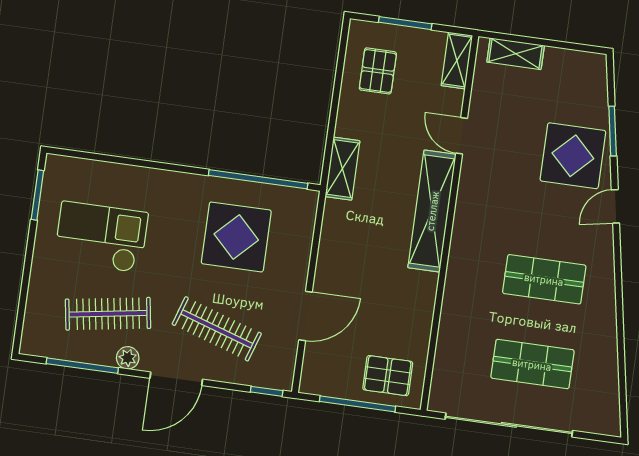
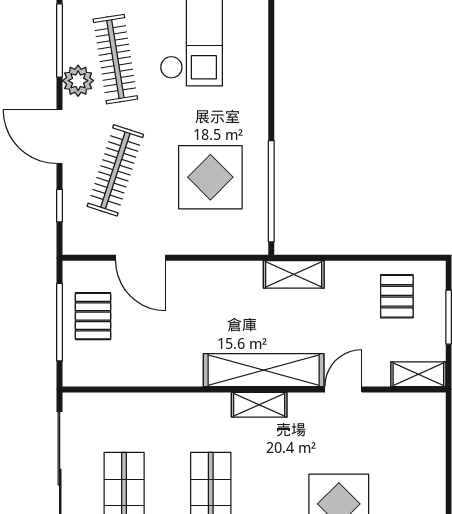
shelving: (516, 54) -> (259, 405), moved, turned 90
pallet: (378, 71) -> (397, 296), turned 90
plant: (128, 358) -> (78, 81), width x1.38, depth x1.38
pallet: (388, 376) -> (93, 316), moved
window: (267, 391) -> (60, 206), moved

